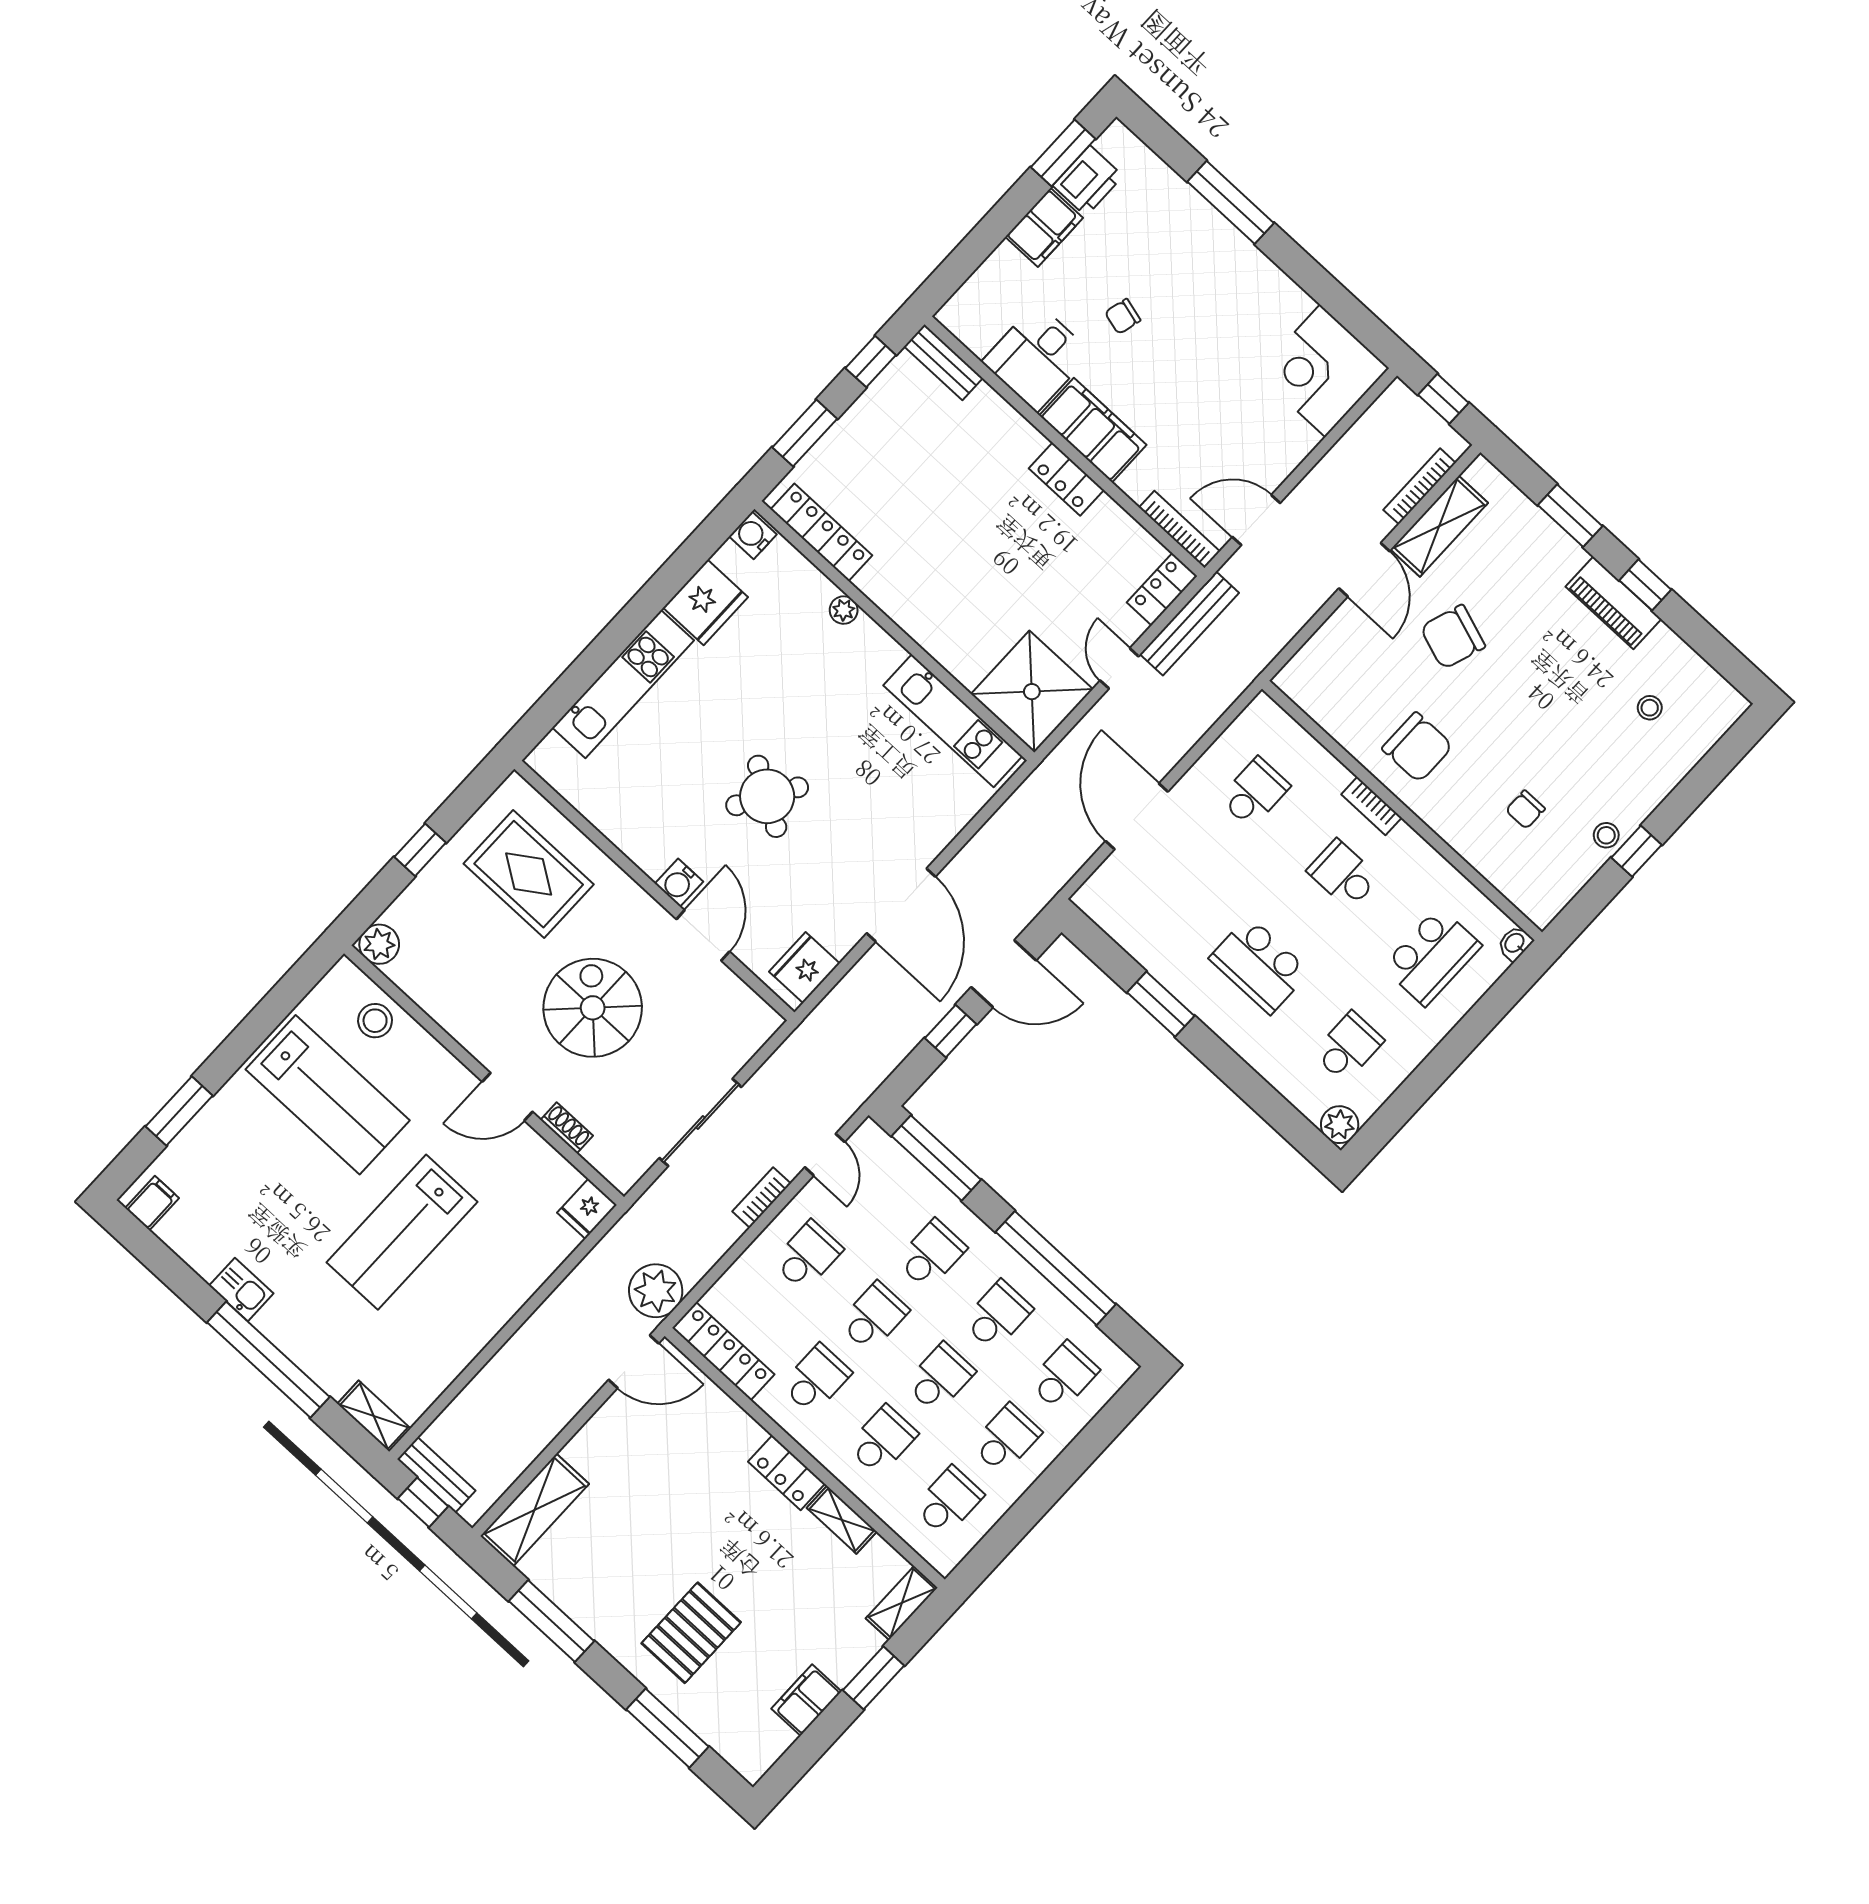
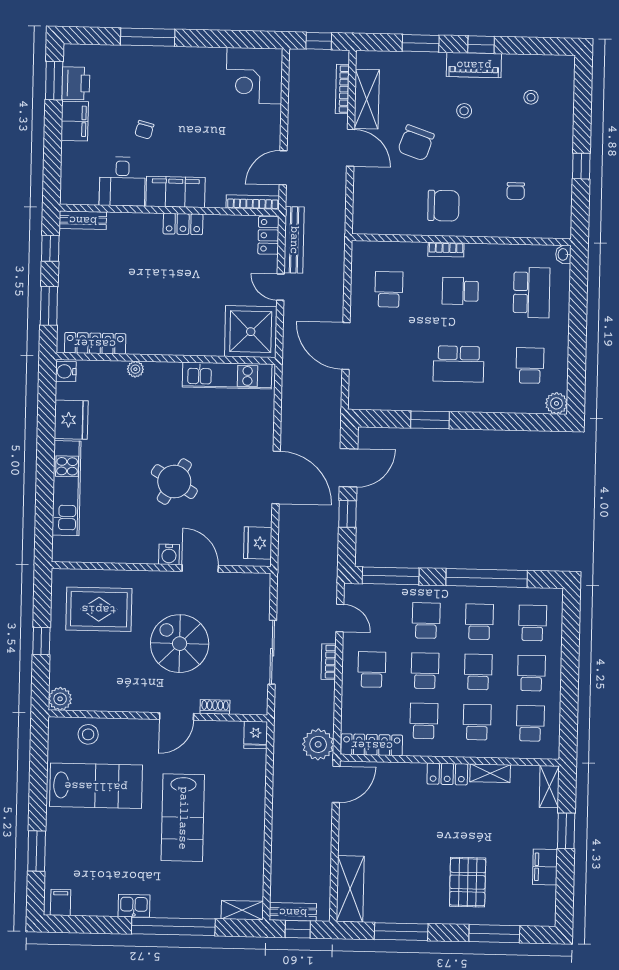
stool: (1606, 835) -> (464, 111), moved

